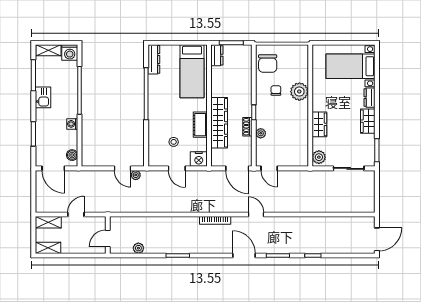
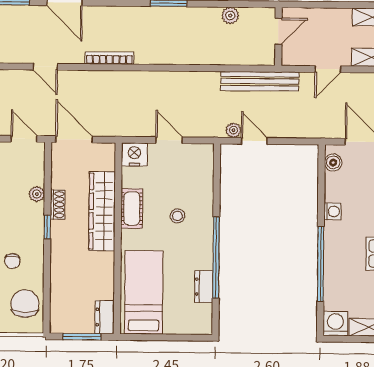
dresser: (154, 59) -> (204, 287), moved, width x0.70
stool: (174, 142) -> (177, 216), moved
bench: (119, 206) -> (260, 81), added

